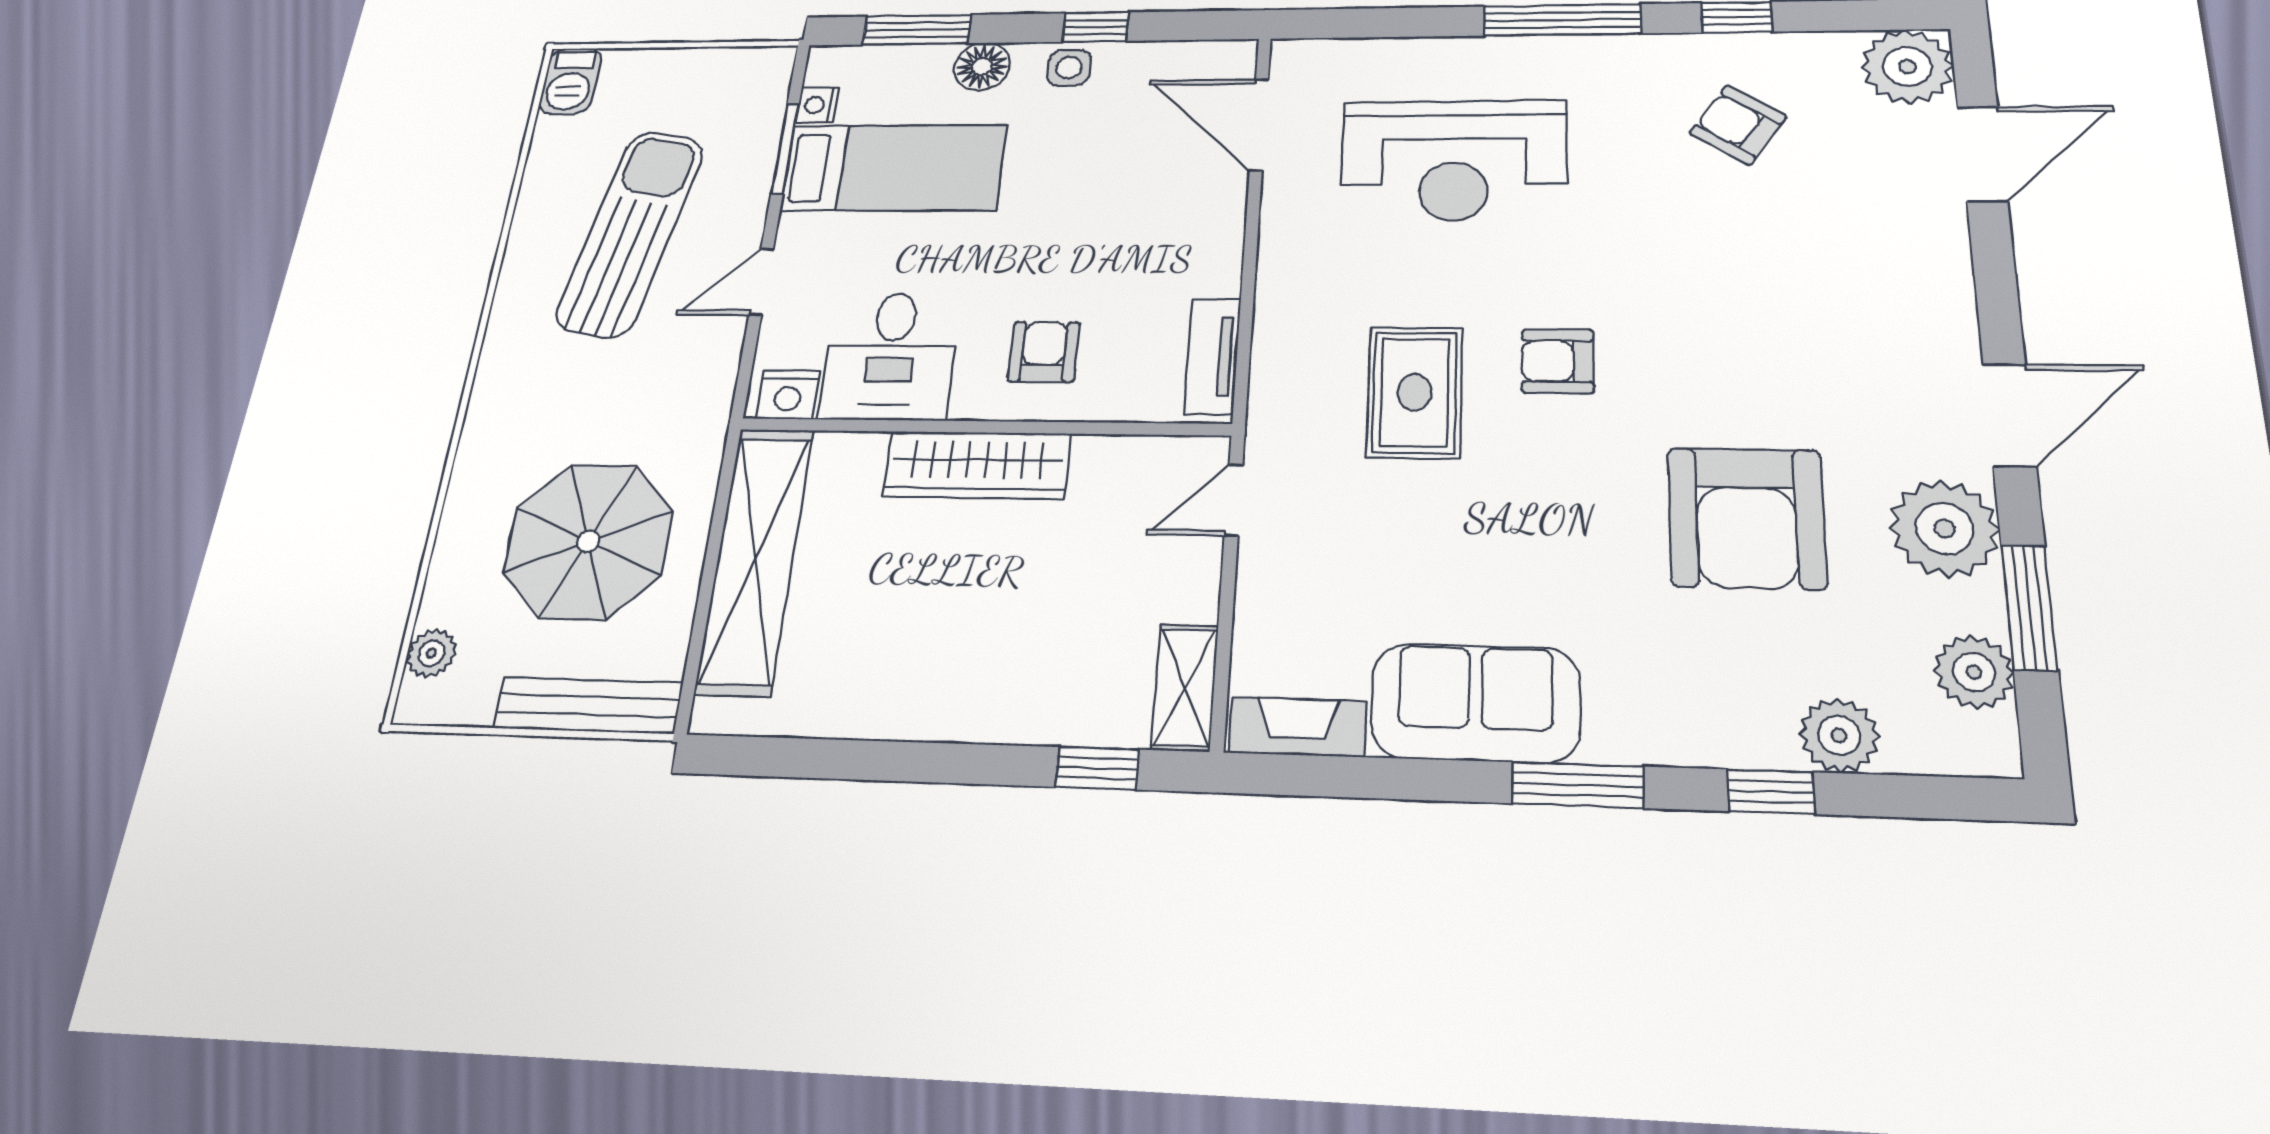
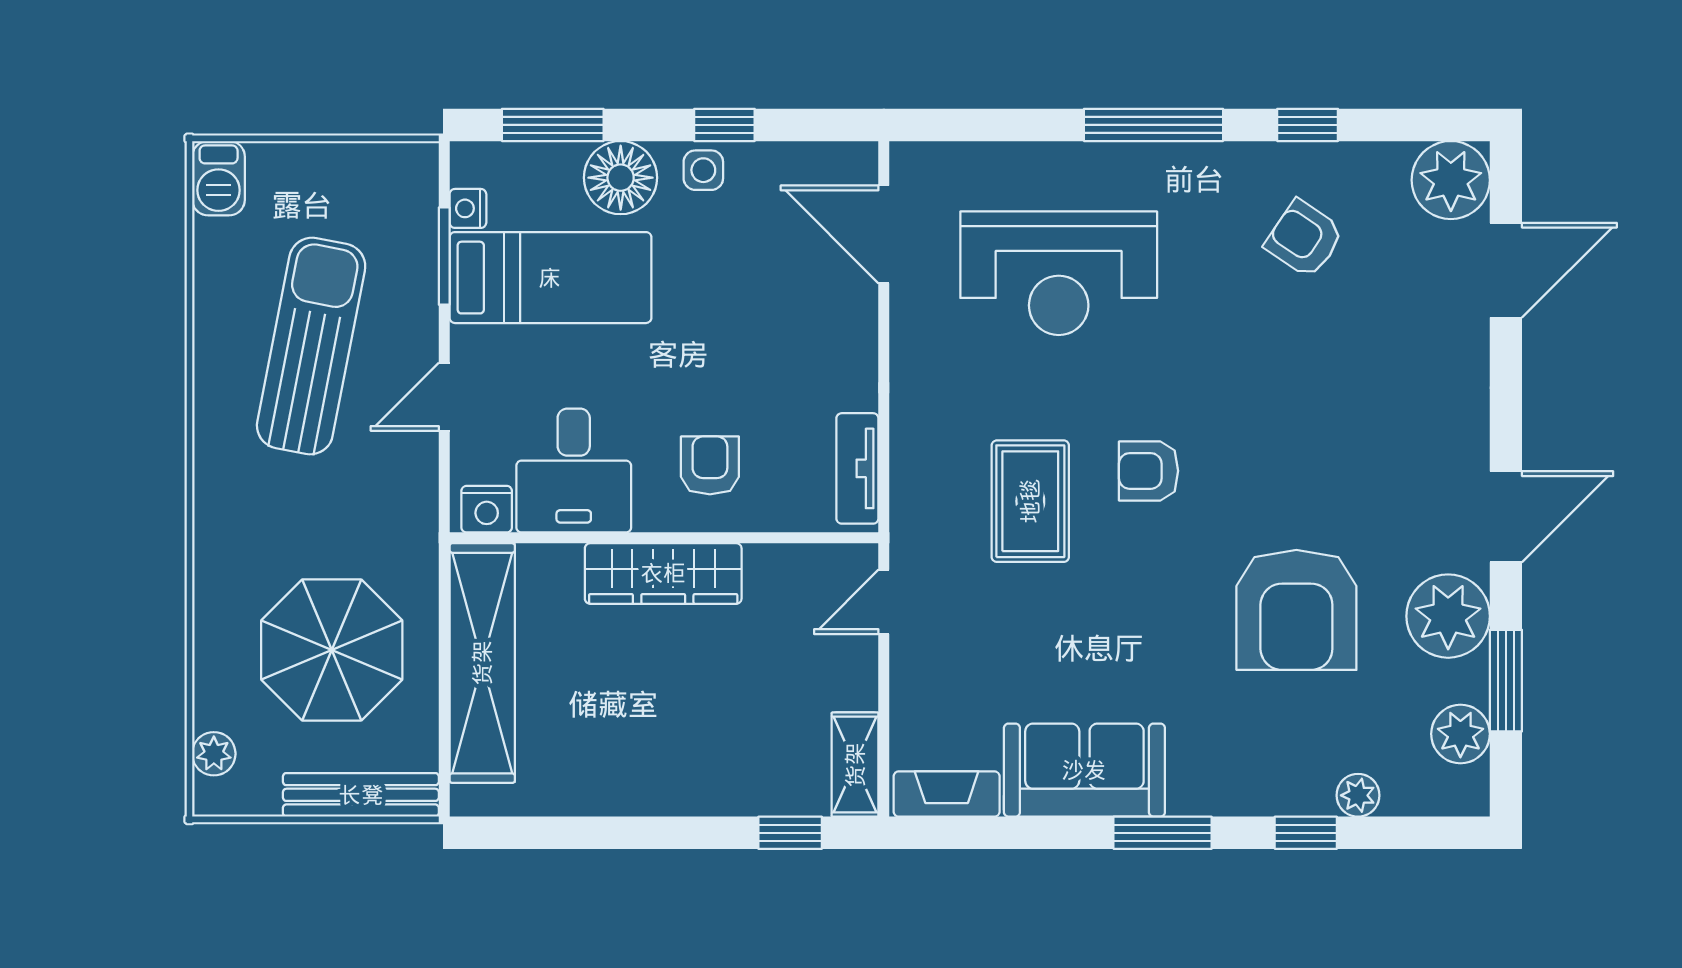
floor lamp: (982, 67) -> (621, 178), width x1.38, depth x1.38
plant: (1839, 735) -> (1358, 795), width x0.73, depth x0.73

